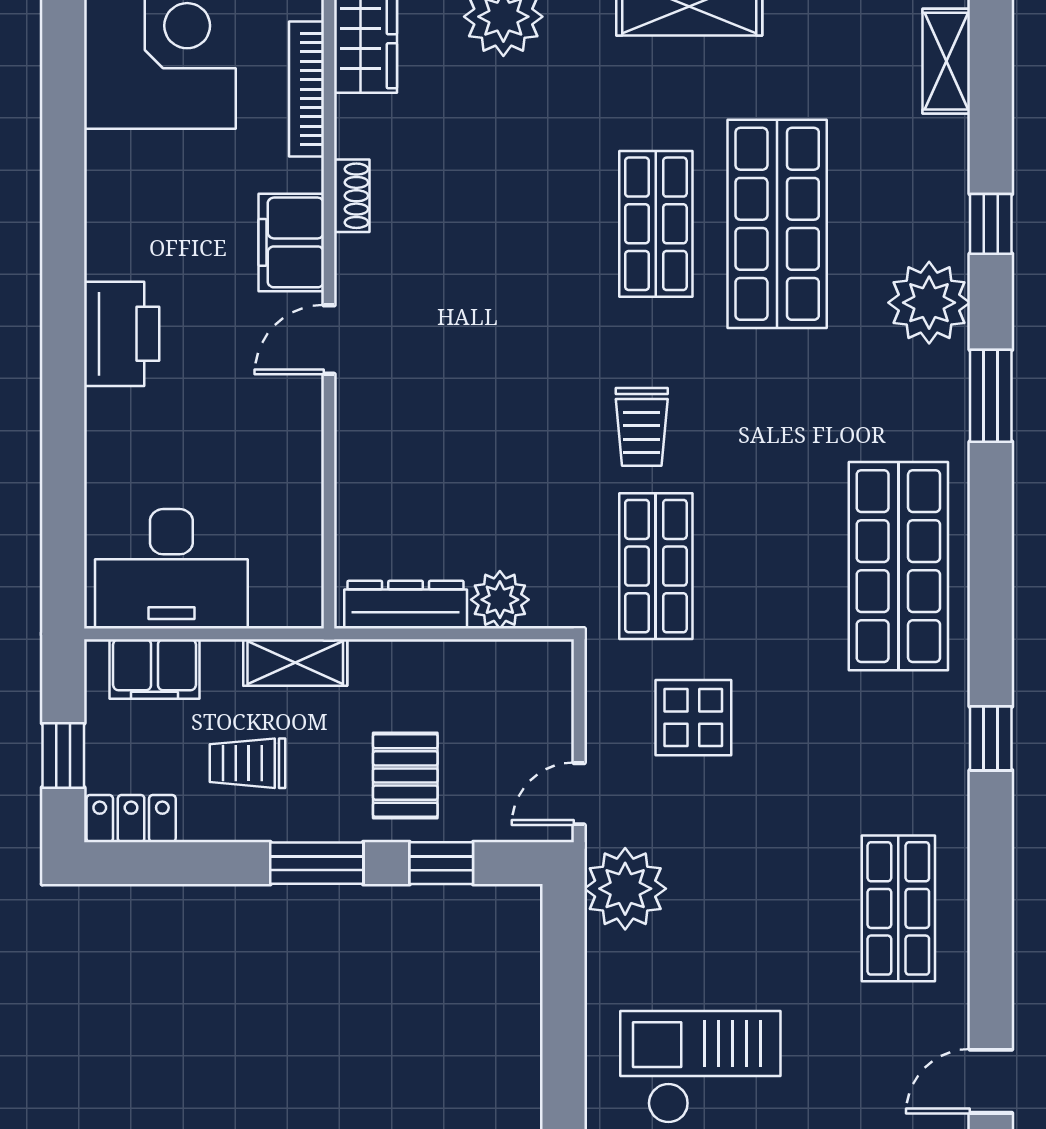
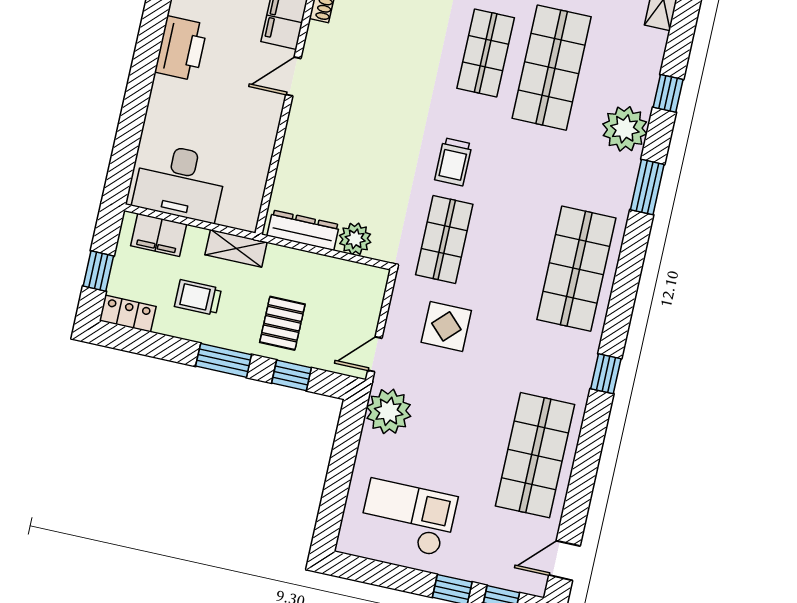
shop shelf: (898, 908) -> (535, 455), width x1.43, depth x1.36

